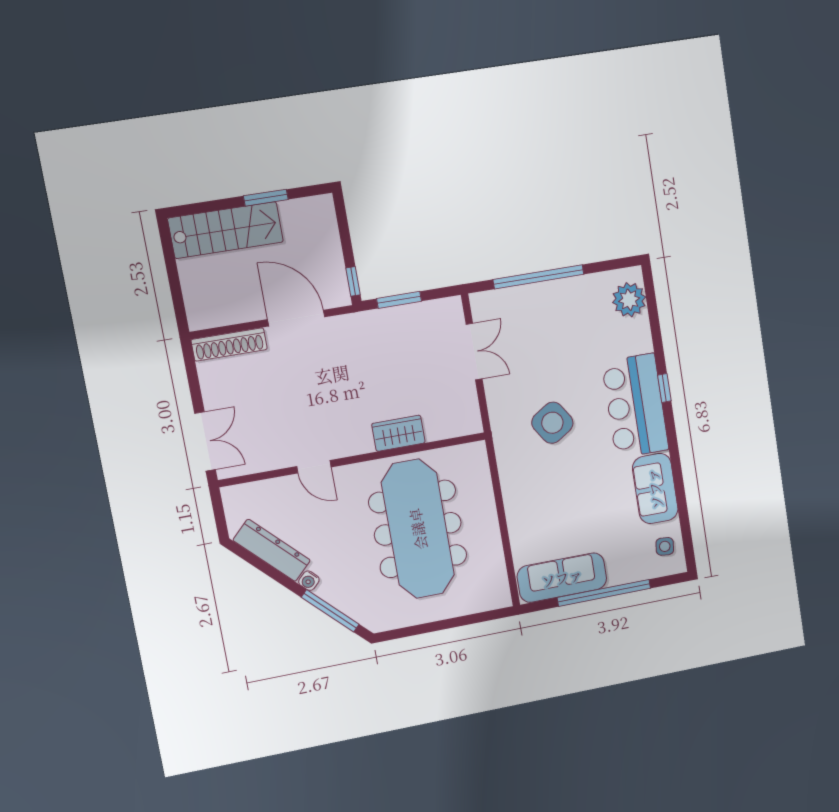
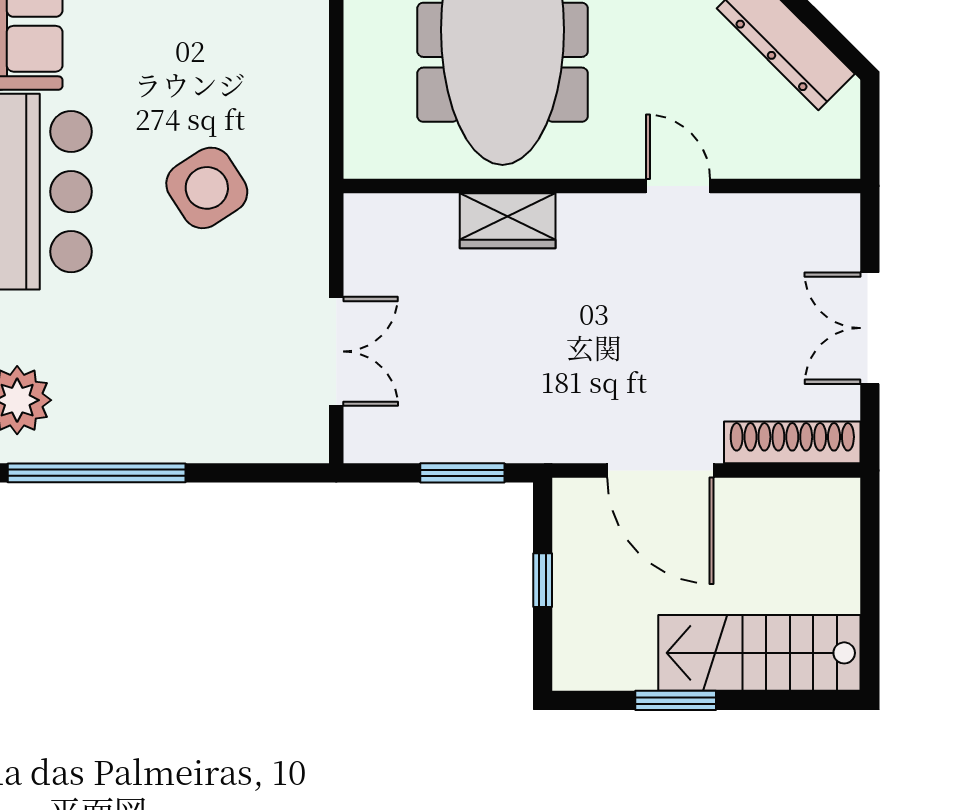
window: (539, 277) -> (97, 473), moved
window: (353, 281) -> (543, 580), moved
double door: (474, 352) -> (336, 351), swing flipped
double door: (205, 441) -> (870, 328), moved

